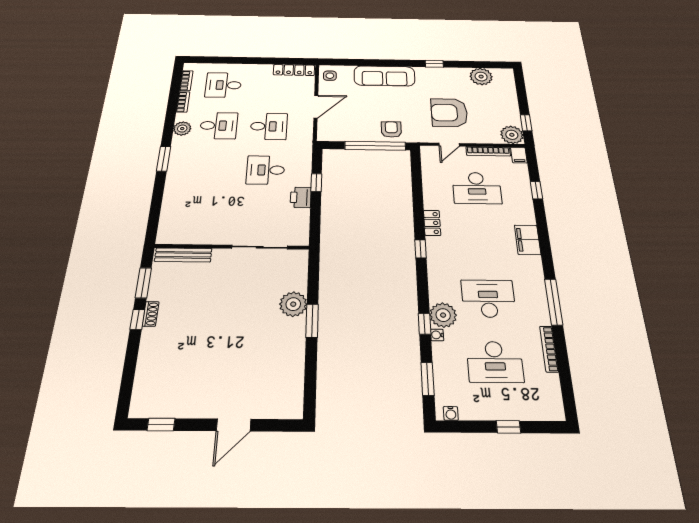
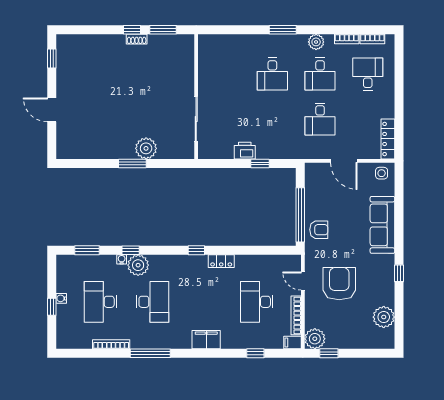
desk: (266, 170) -> (272, 74), moved, turned 180
bench: (183, 255) -> (188, 58), removed
water cooler: (451, 413) -> (61, 298), moved

